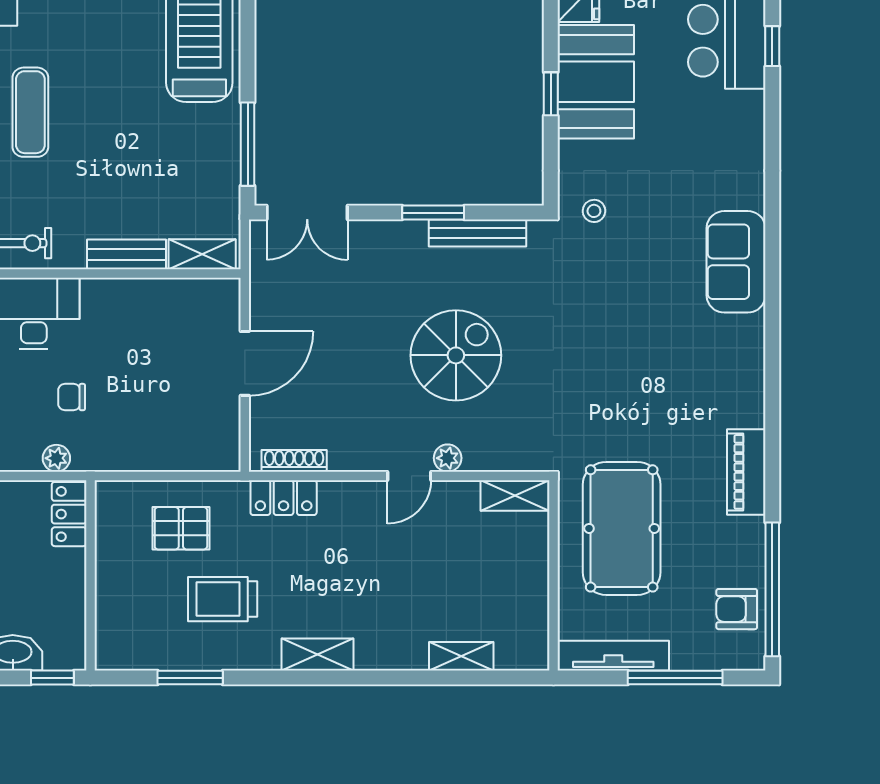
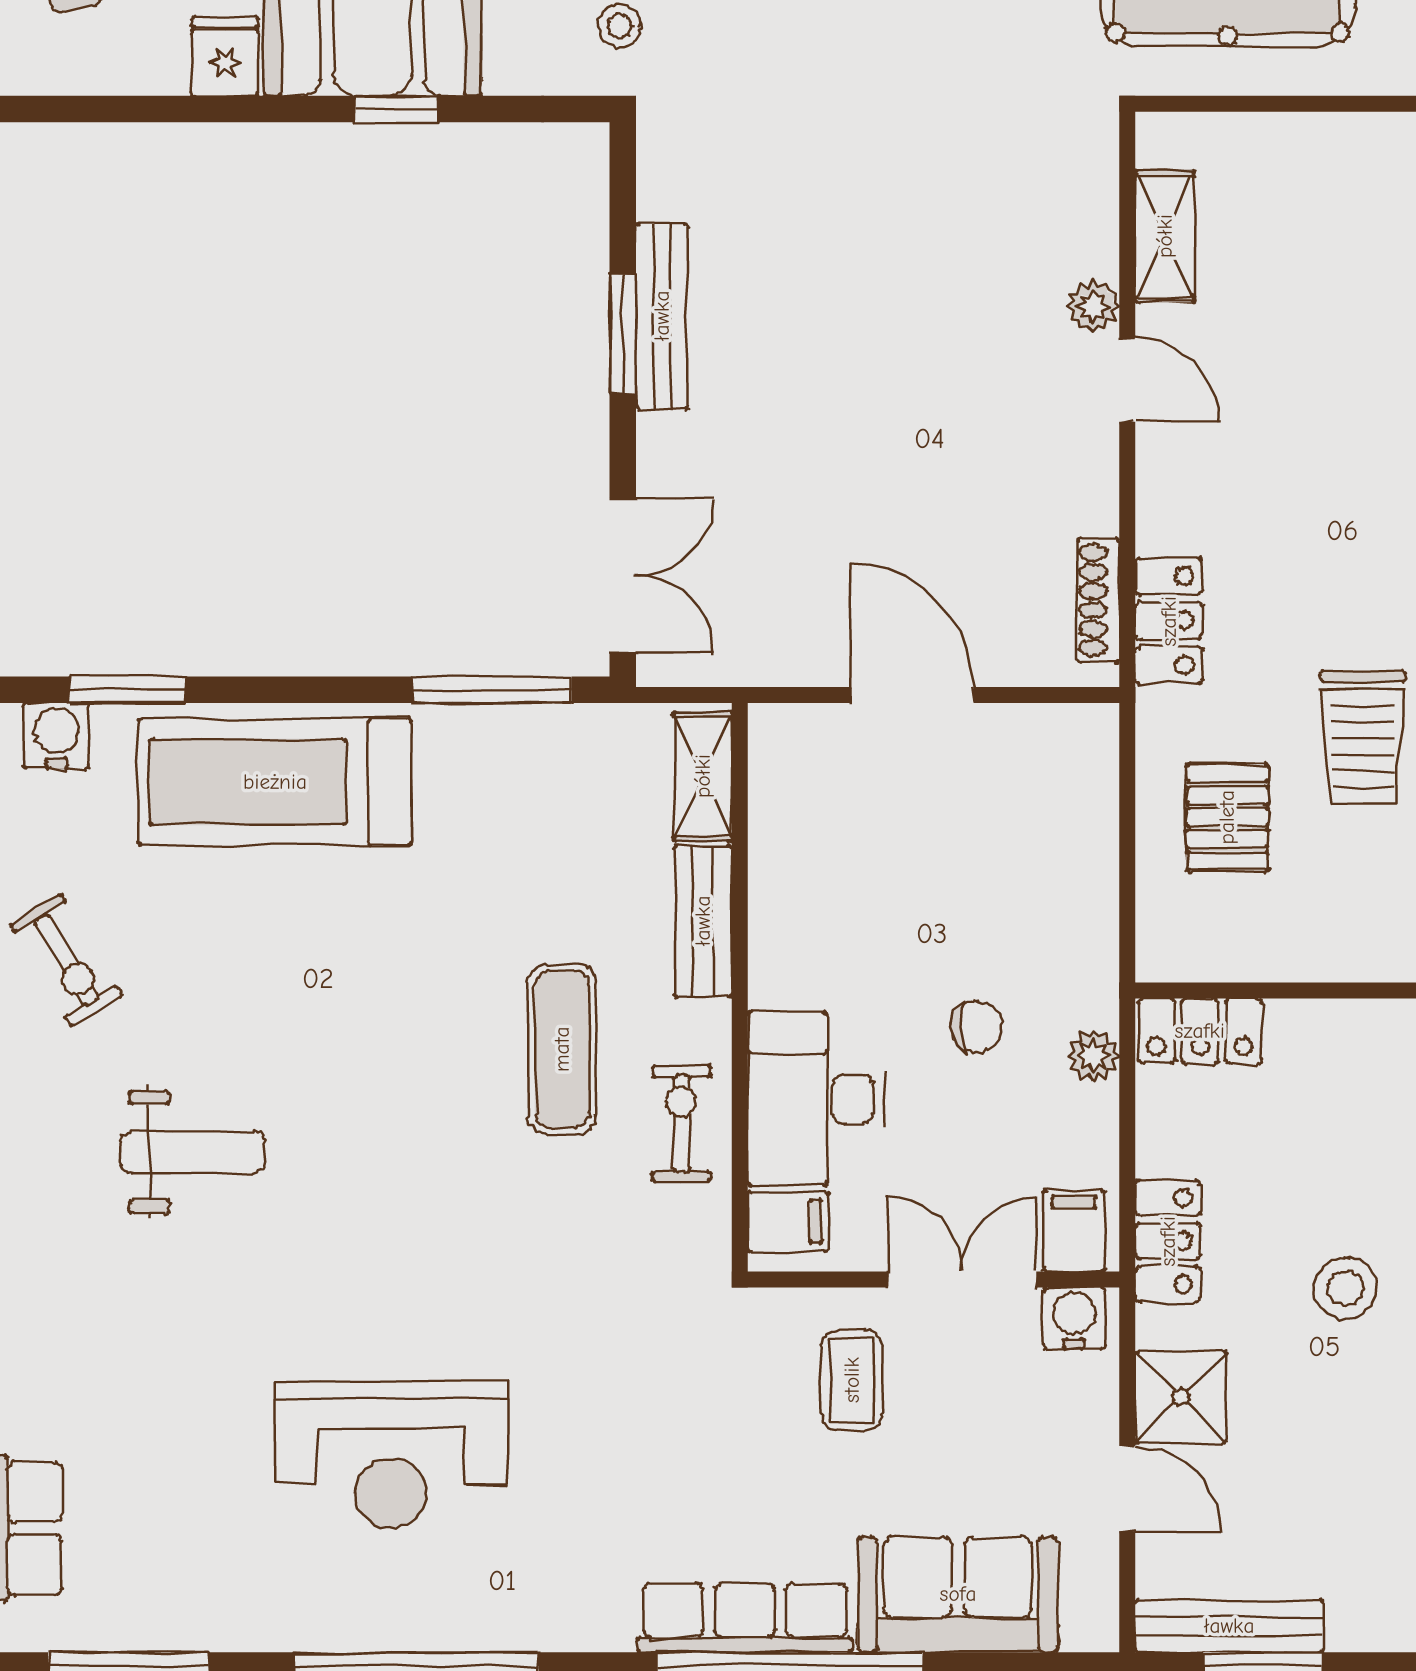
exercise mat: (30, 112) -> (562, 1049), moved, turned 90
bench: (477, 233) -> (662, 316), moved
spiral stairs: (456, 355) -> (896, 291), removed
chair: (72, 397) -> (976, 1026), turned -93
shelving: (515, 495) -> (1165, 236), moved

